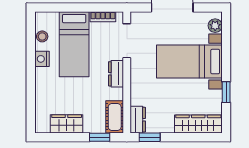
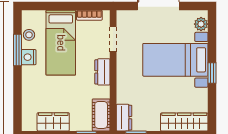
doorway: (127, 41) -> (113, 39), width x0.73
window: (31, 52) -> (18, 50), added
window: (226, 92) -> (212, 73), moved

